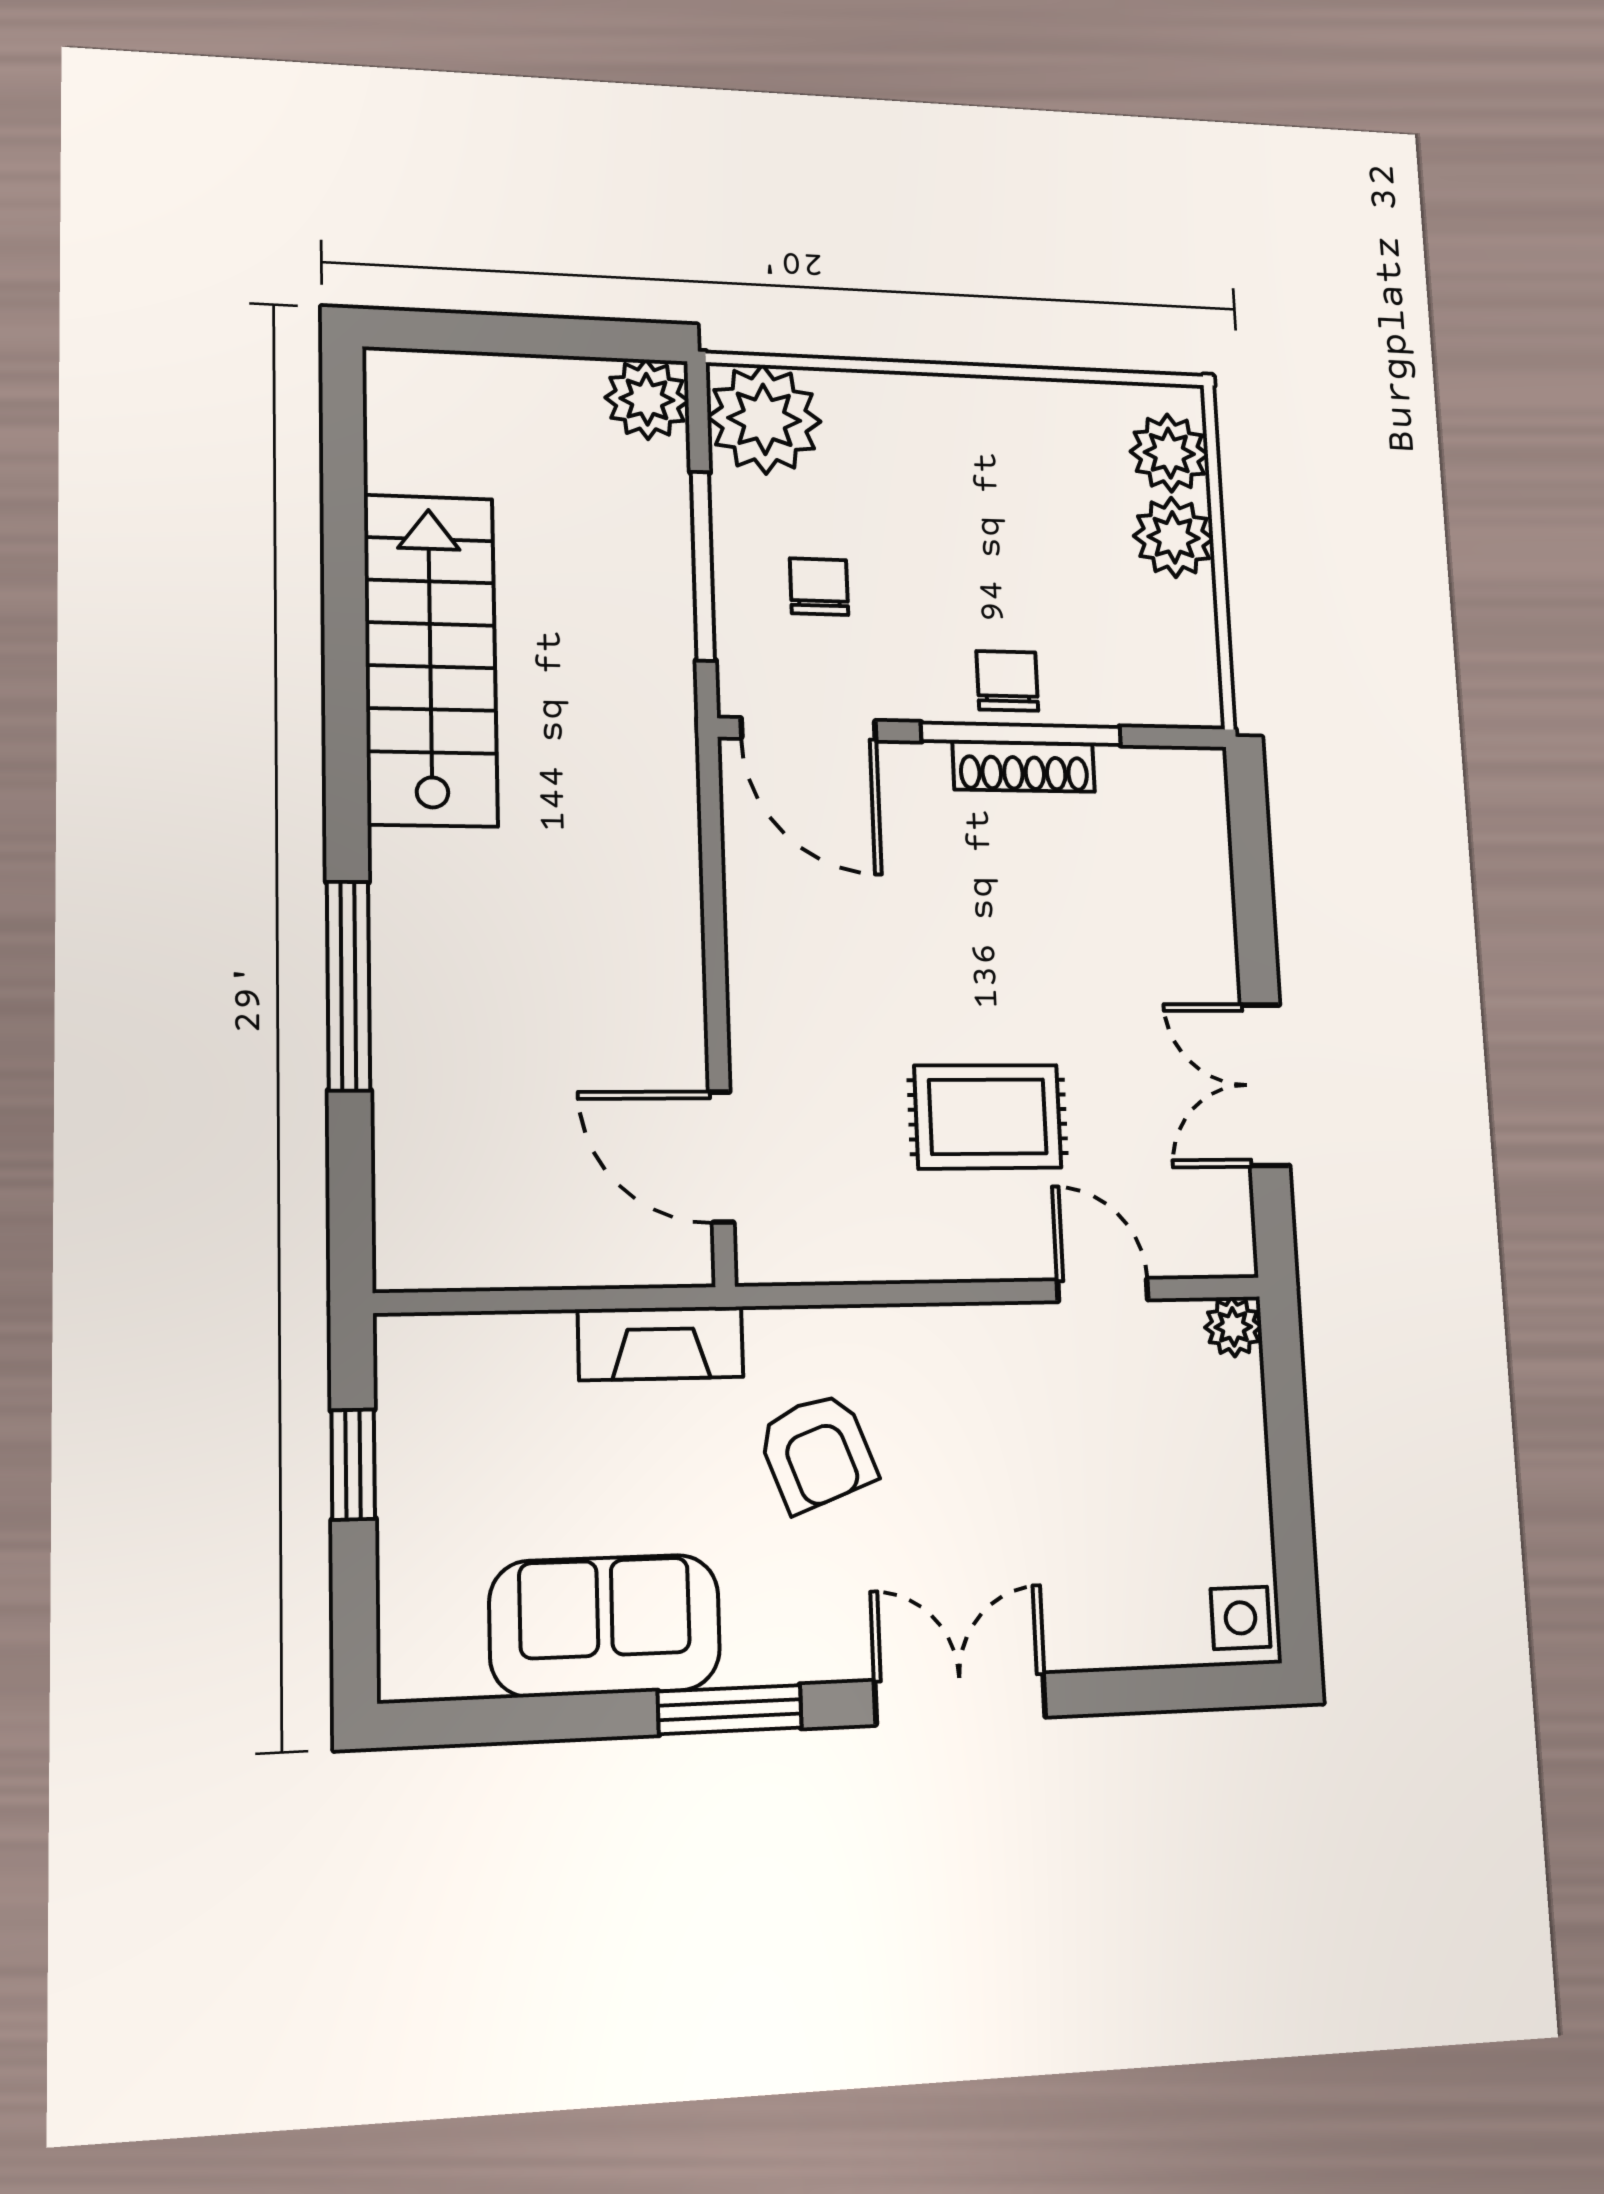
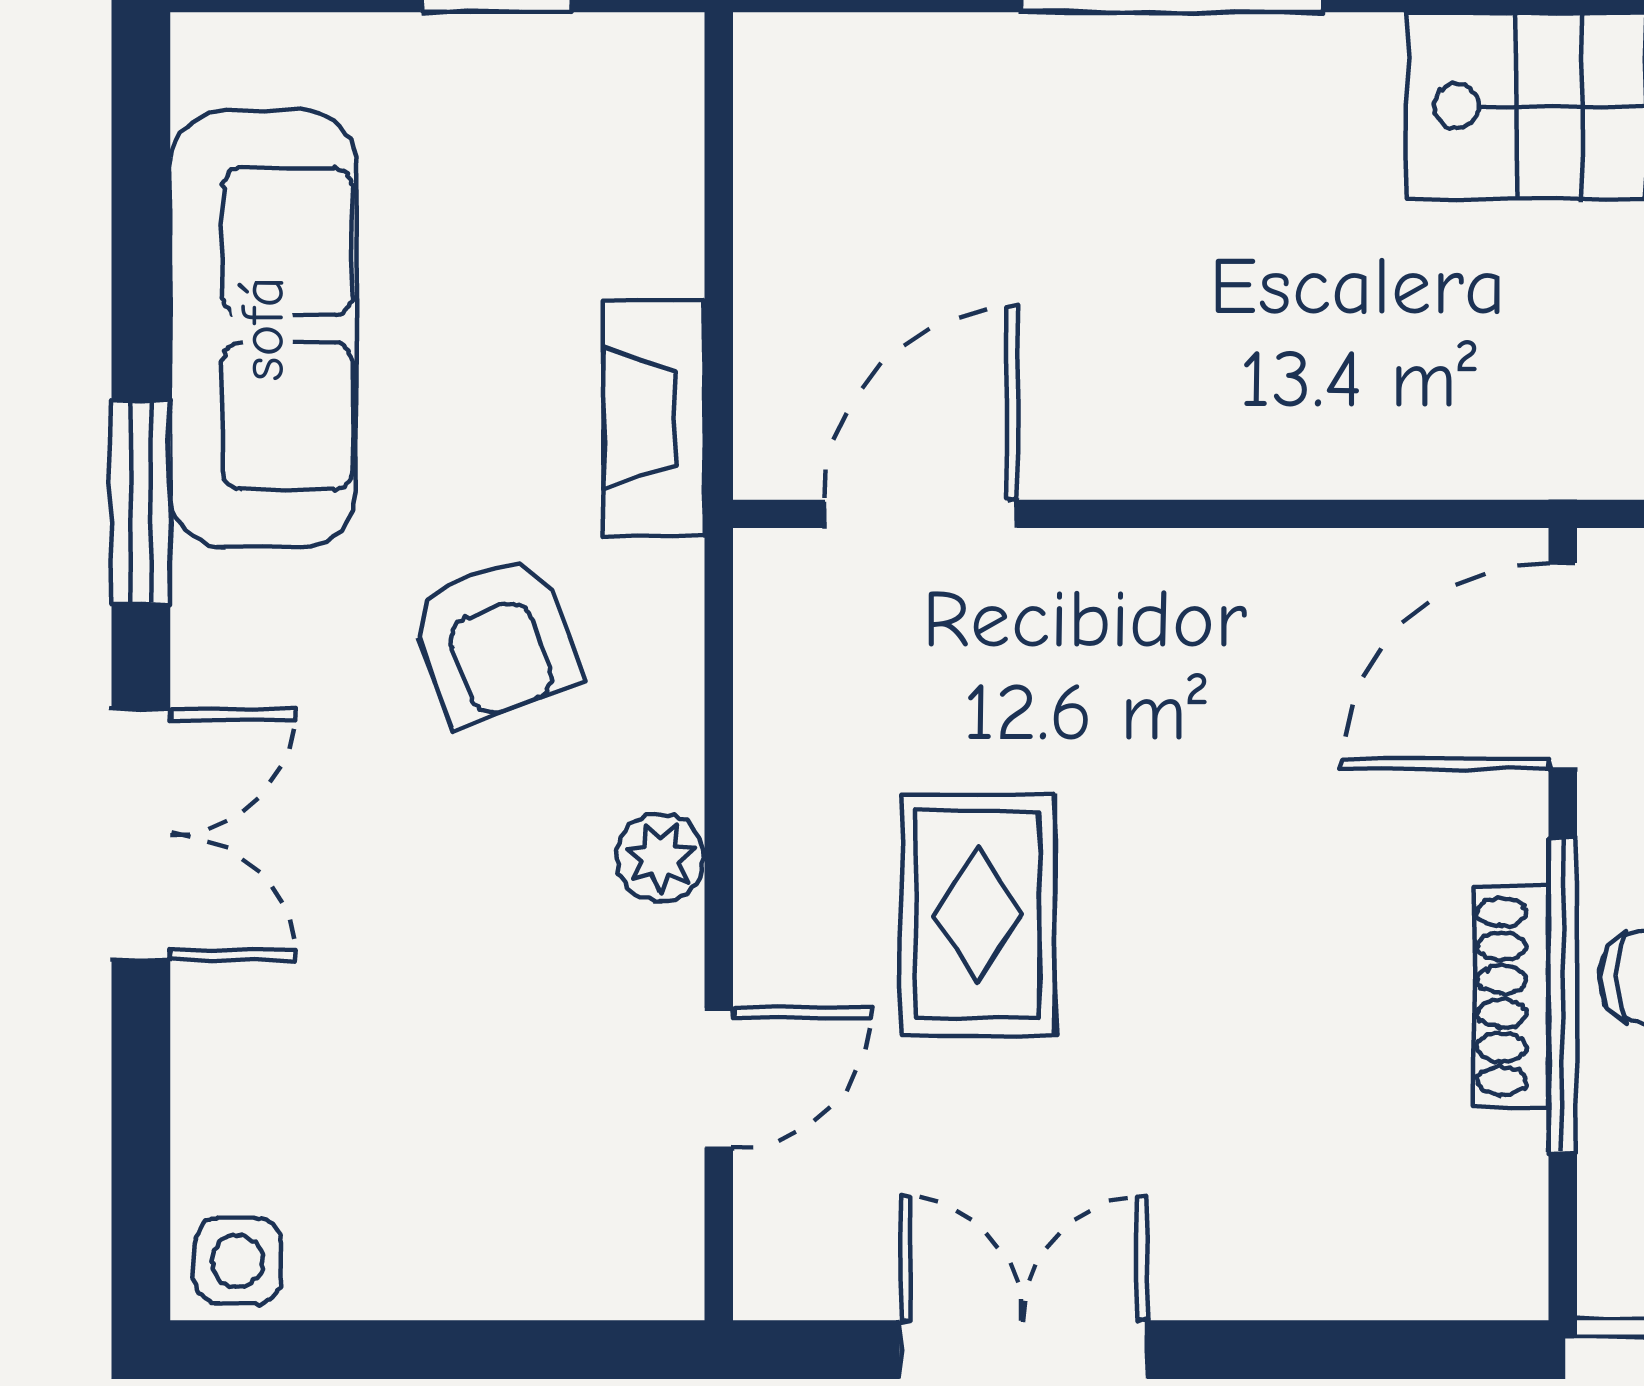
plant: (1233, 1327) -> (661, 858), moved
armchair: (817, 1452) -> (495, 640), turned -89
sofa: (605, 1626) -> (263, 329), width x1.36

